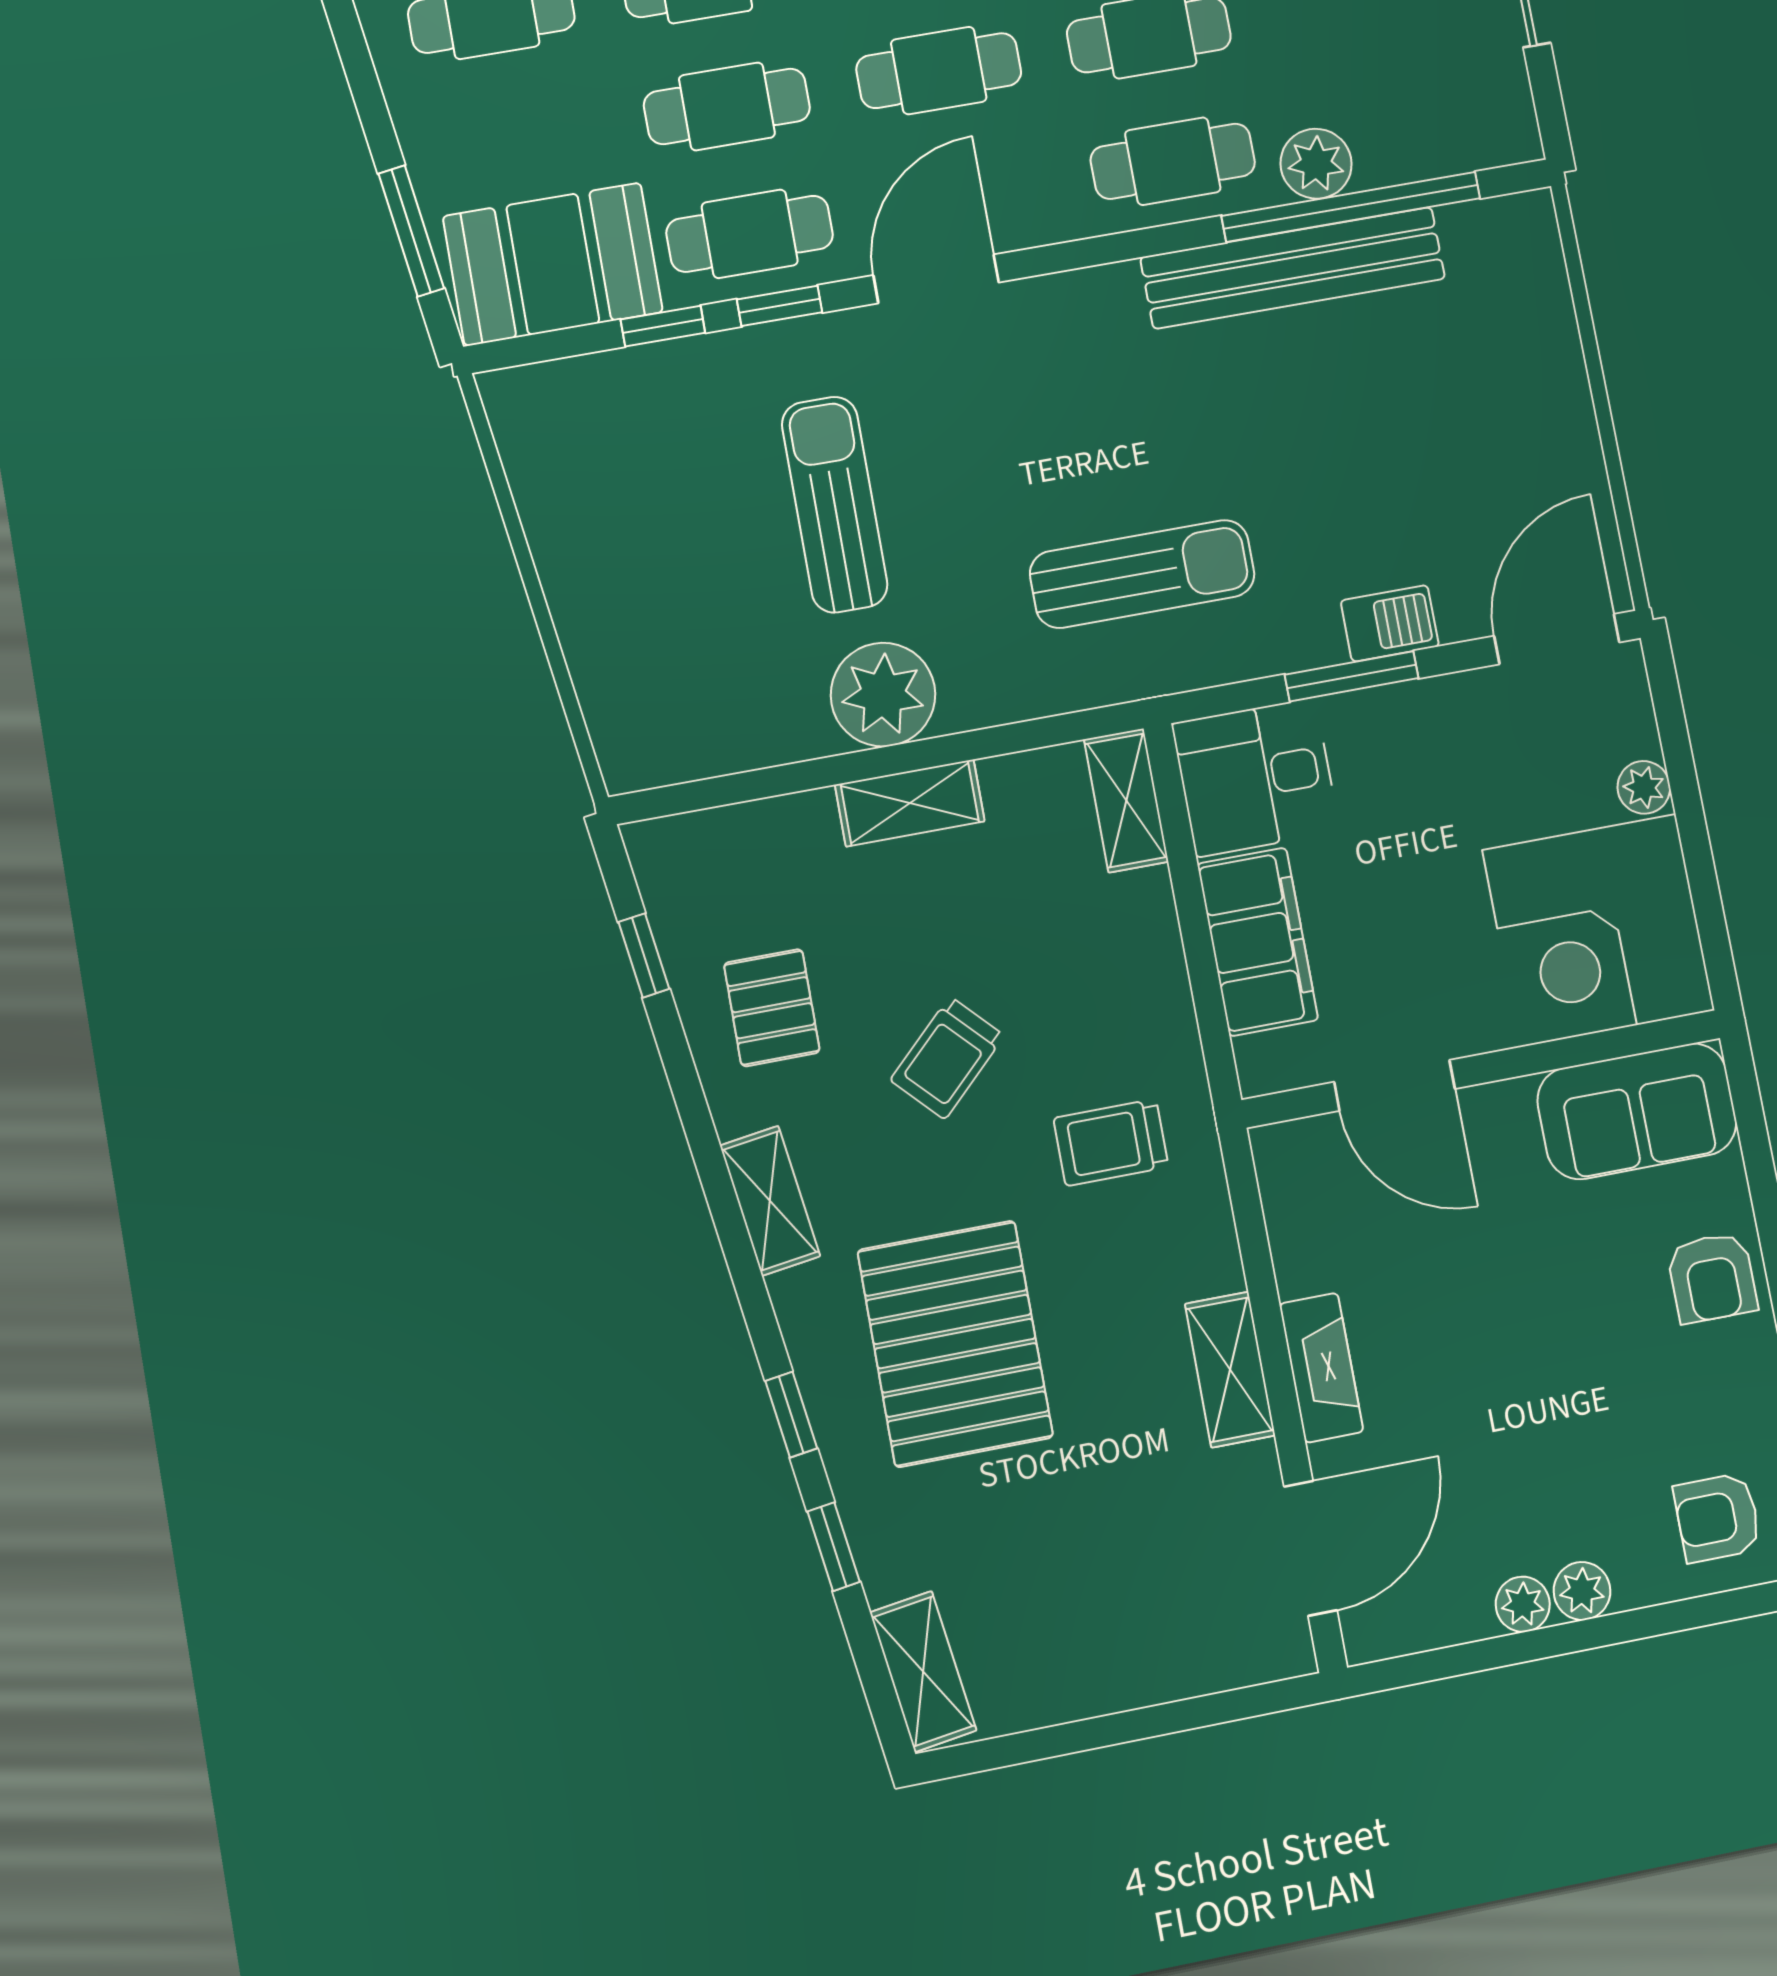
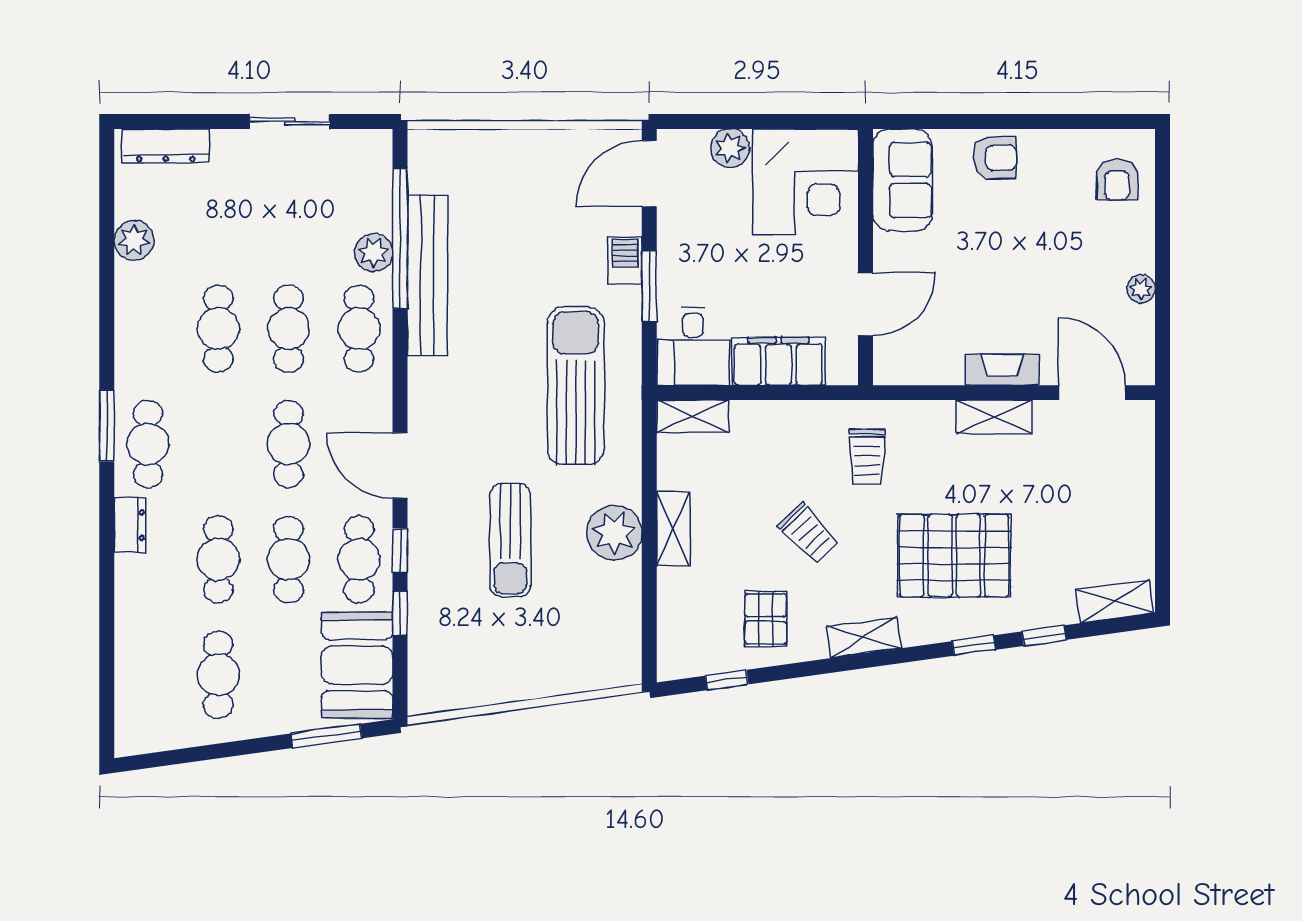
sun lounger: (835, 504) -> (510, 540), turned -90
sun lounger: (1142, 574) -> (576, 386), width x1.36, depth x1.34
door: (1557, 639) -> (649, 173), hinge flipped
plant: (1644, 787) -> (730, 148), width x1.38, depth x1.38
pallet: (772, 1008) -> (766, 619), turned 90
plant: (1582, 1591) -> (1140, 257), removed

